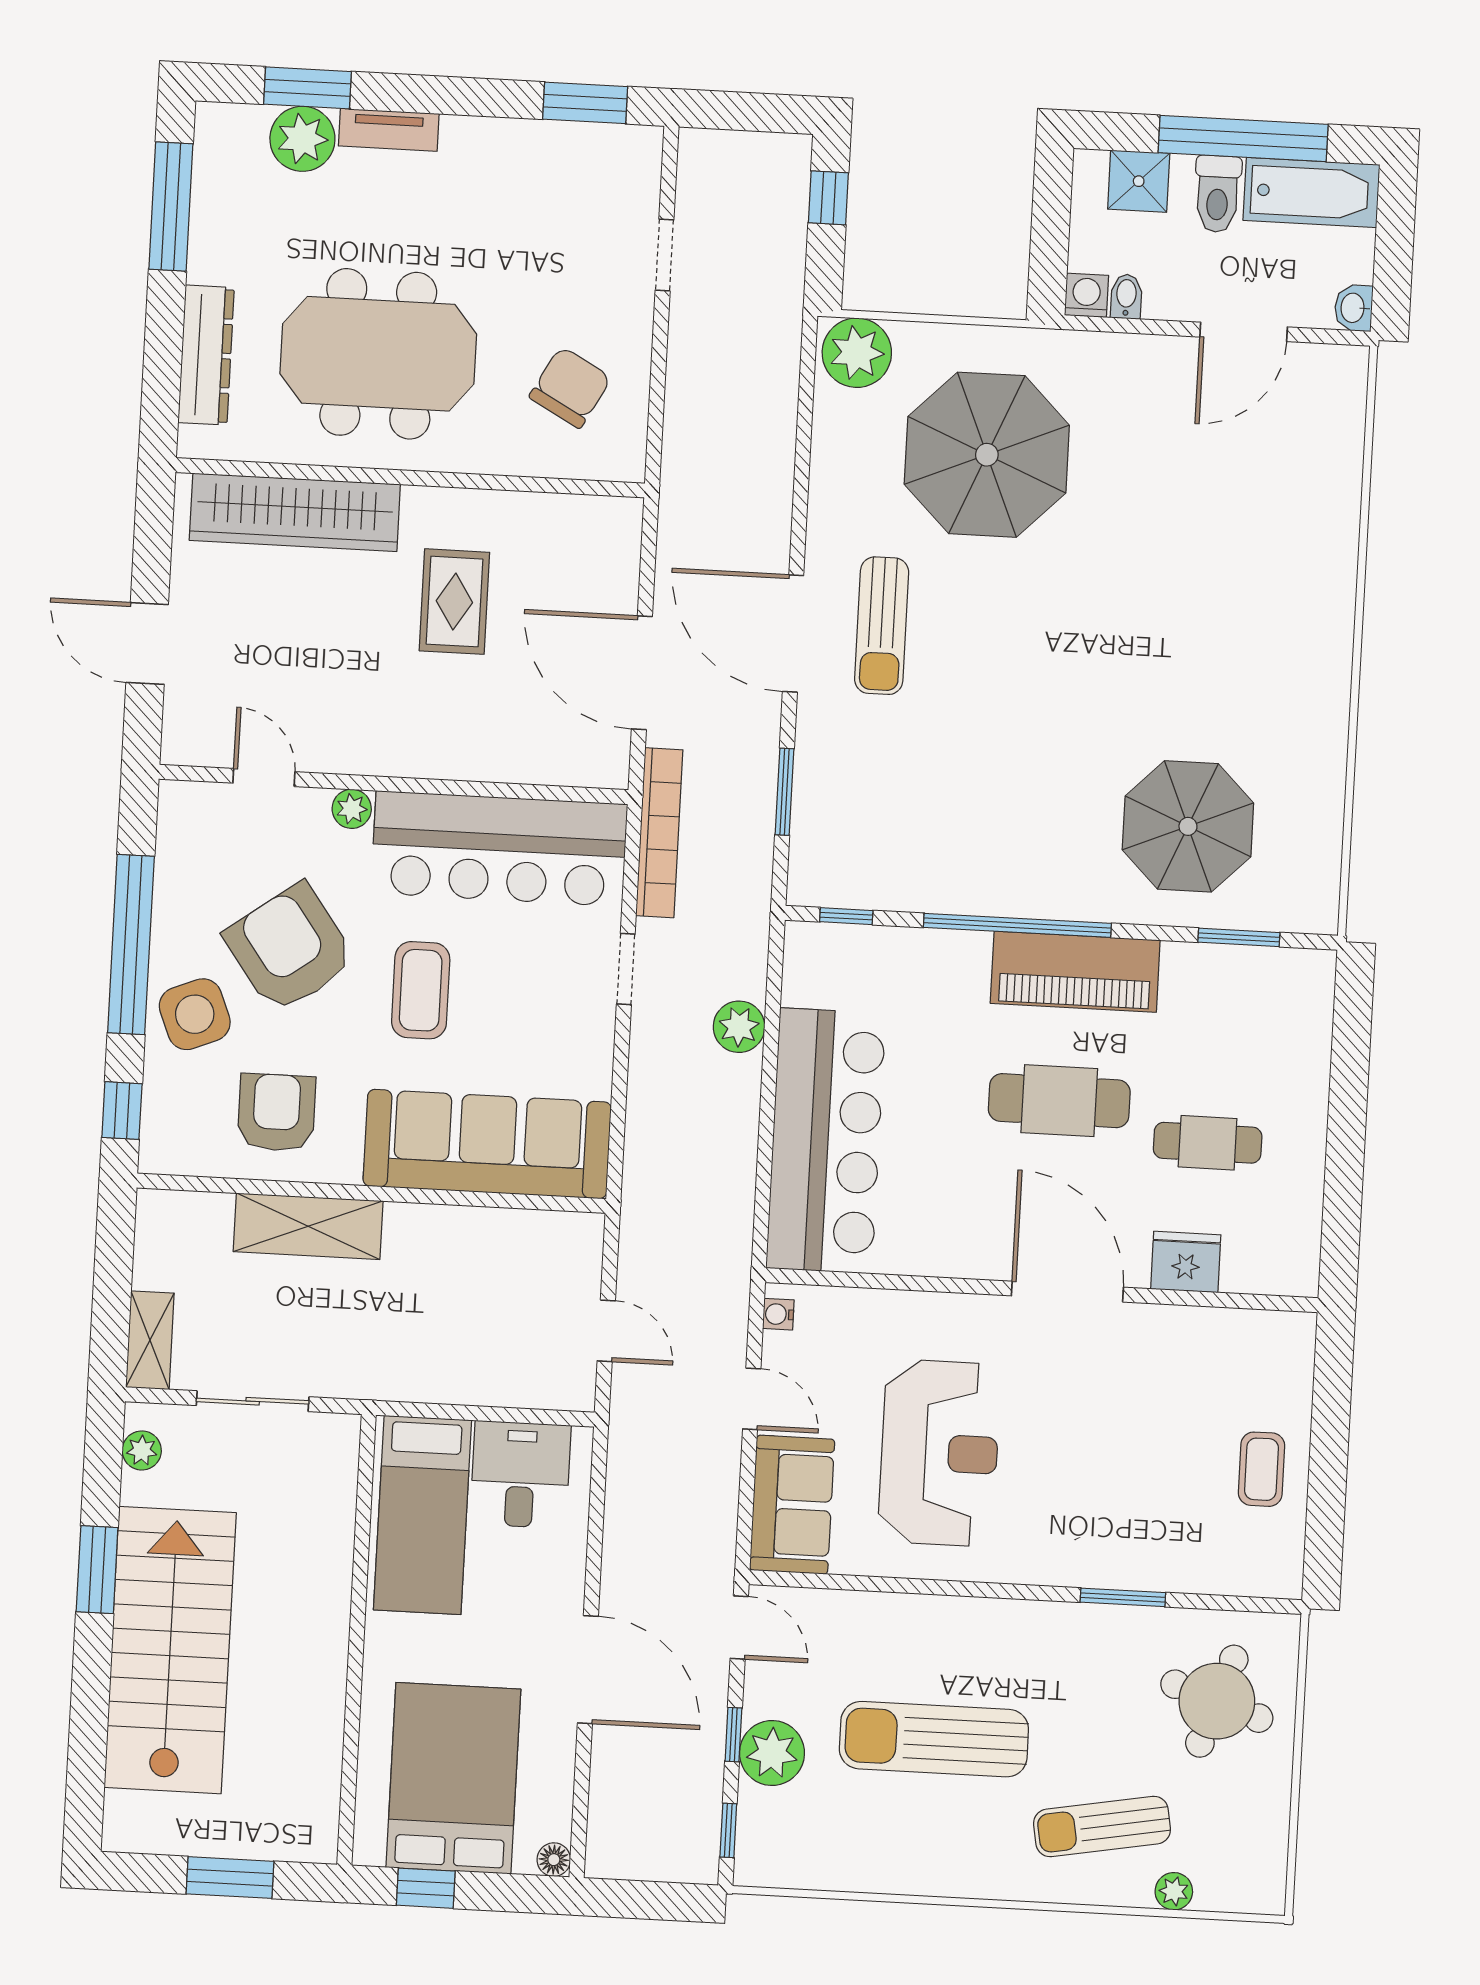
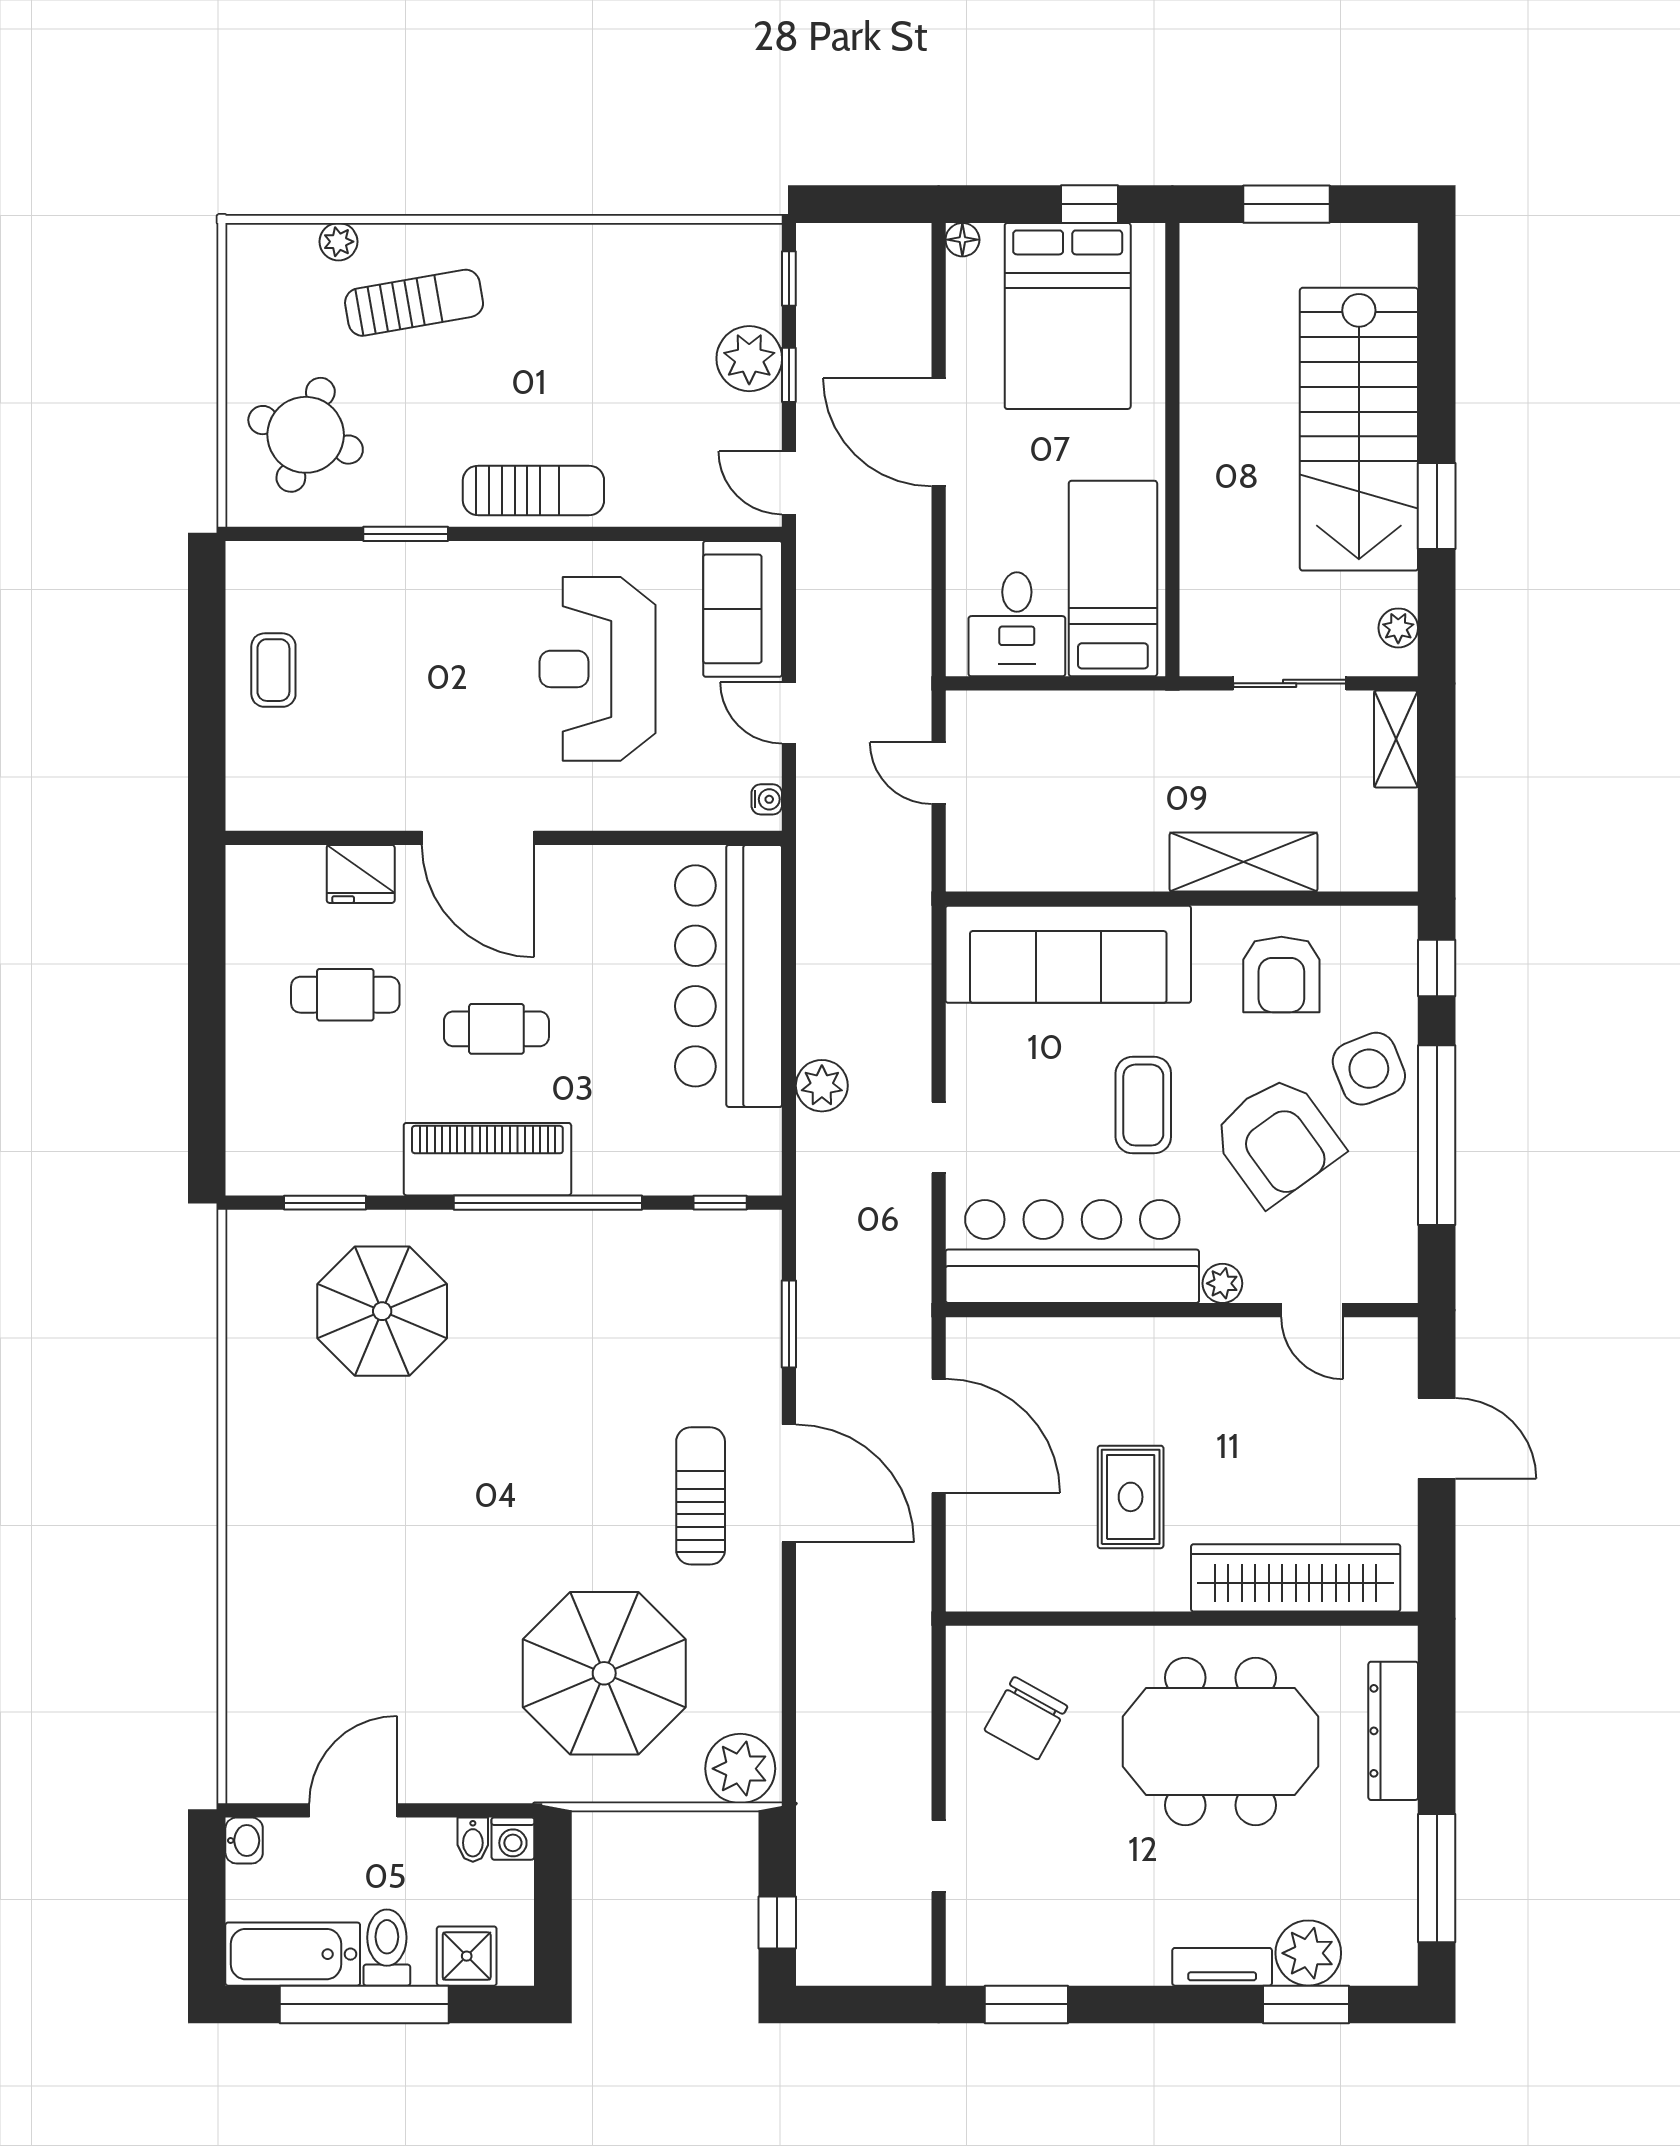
bookcase: (659, 833) -> (912, 1276), removed
cafe table: (1059, 1101) -> (496, 1029), width x0.73, depth x0.74
sun lounger: (934, 1739) -> (533, 490), moved, width x0.73, depth x0.75

